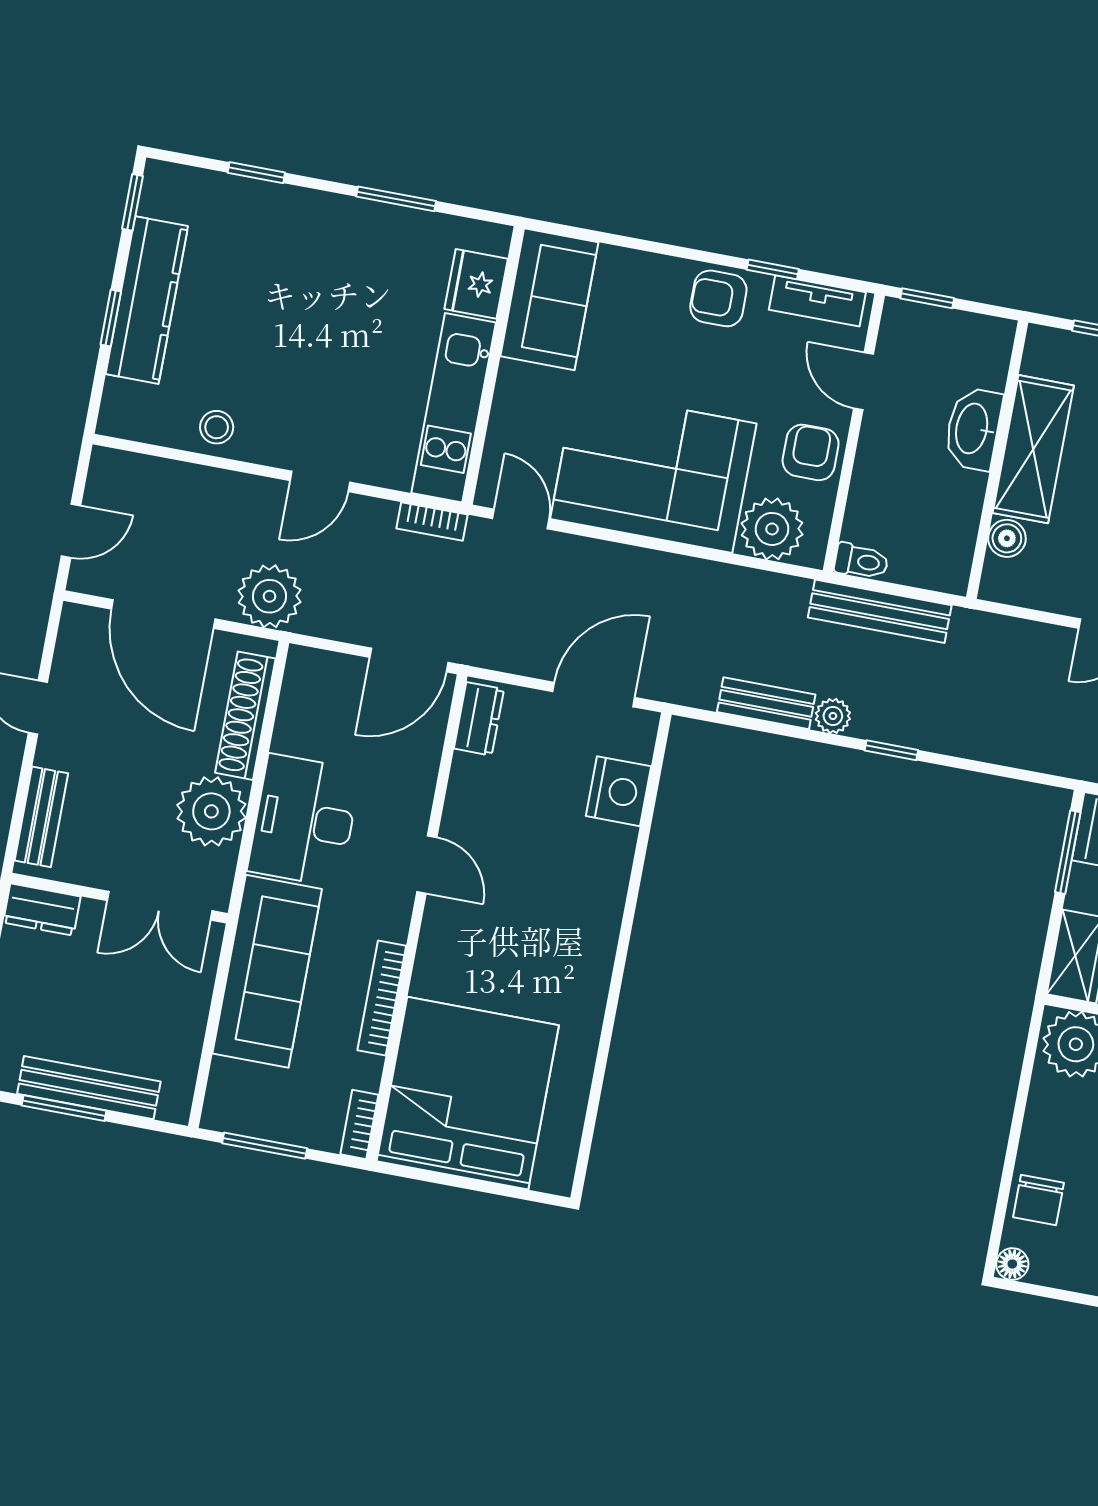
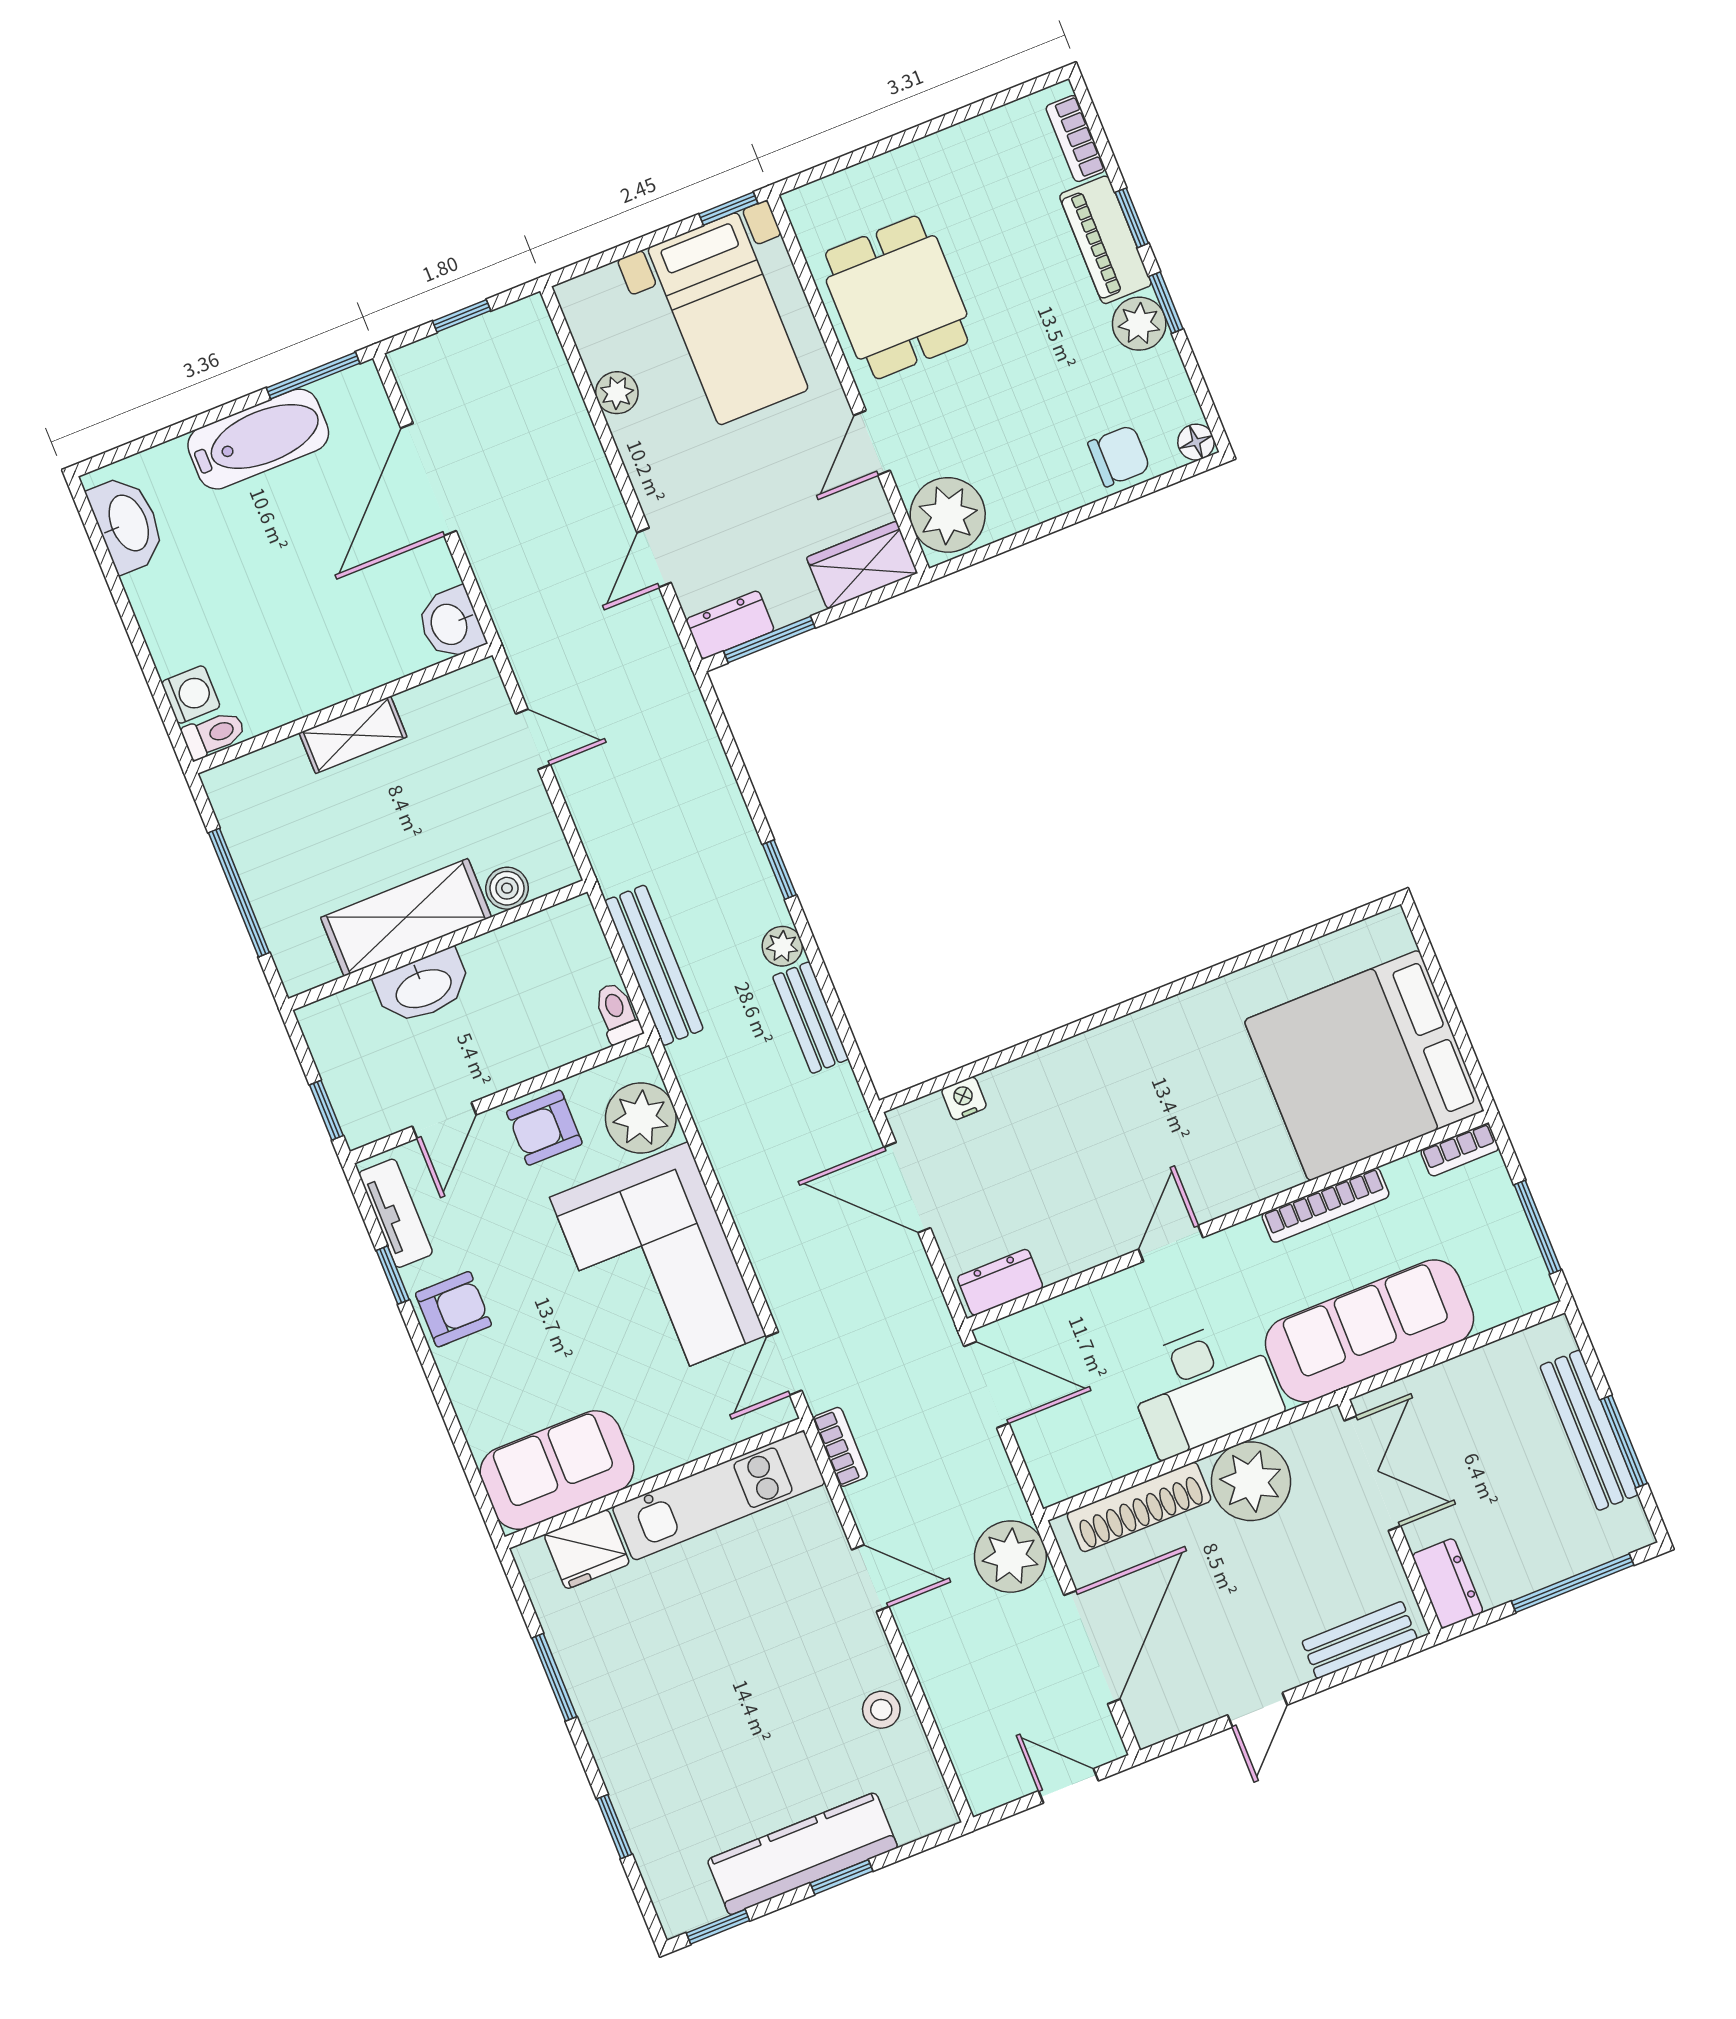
armchair: (718, 298) -> (453, 1309), turned -90
nightstand: (619, 791) -> (964, 1098), width x0.53, depth x0.56

